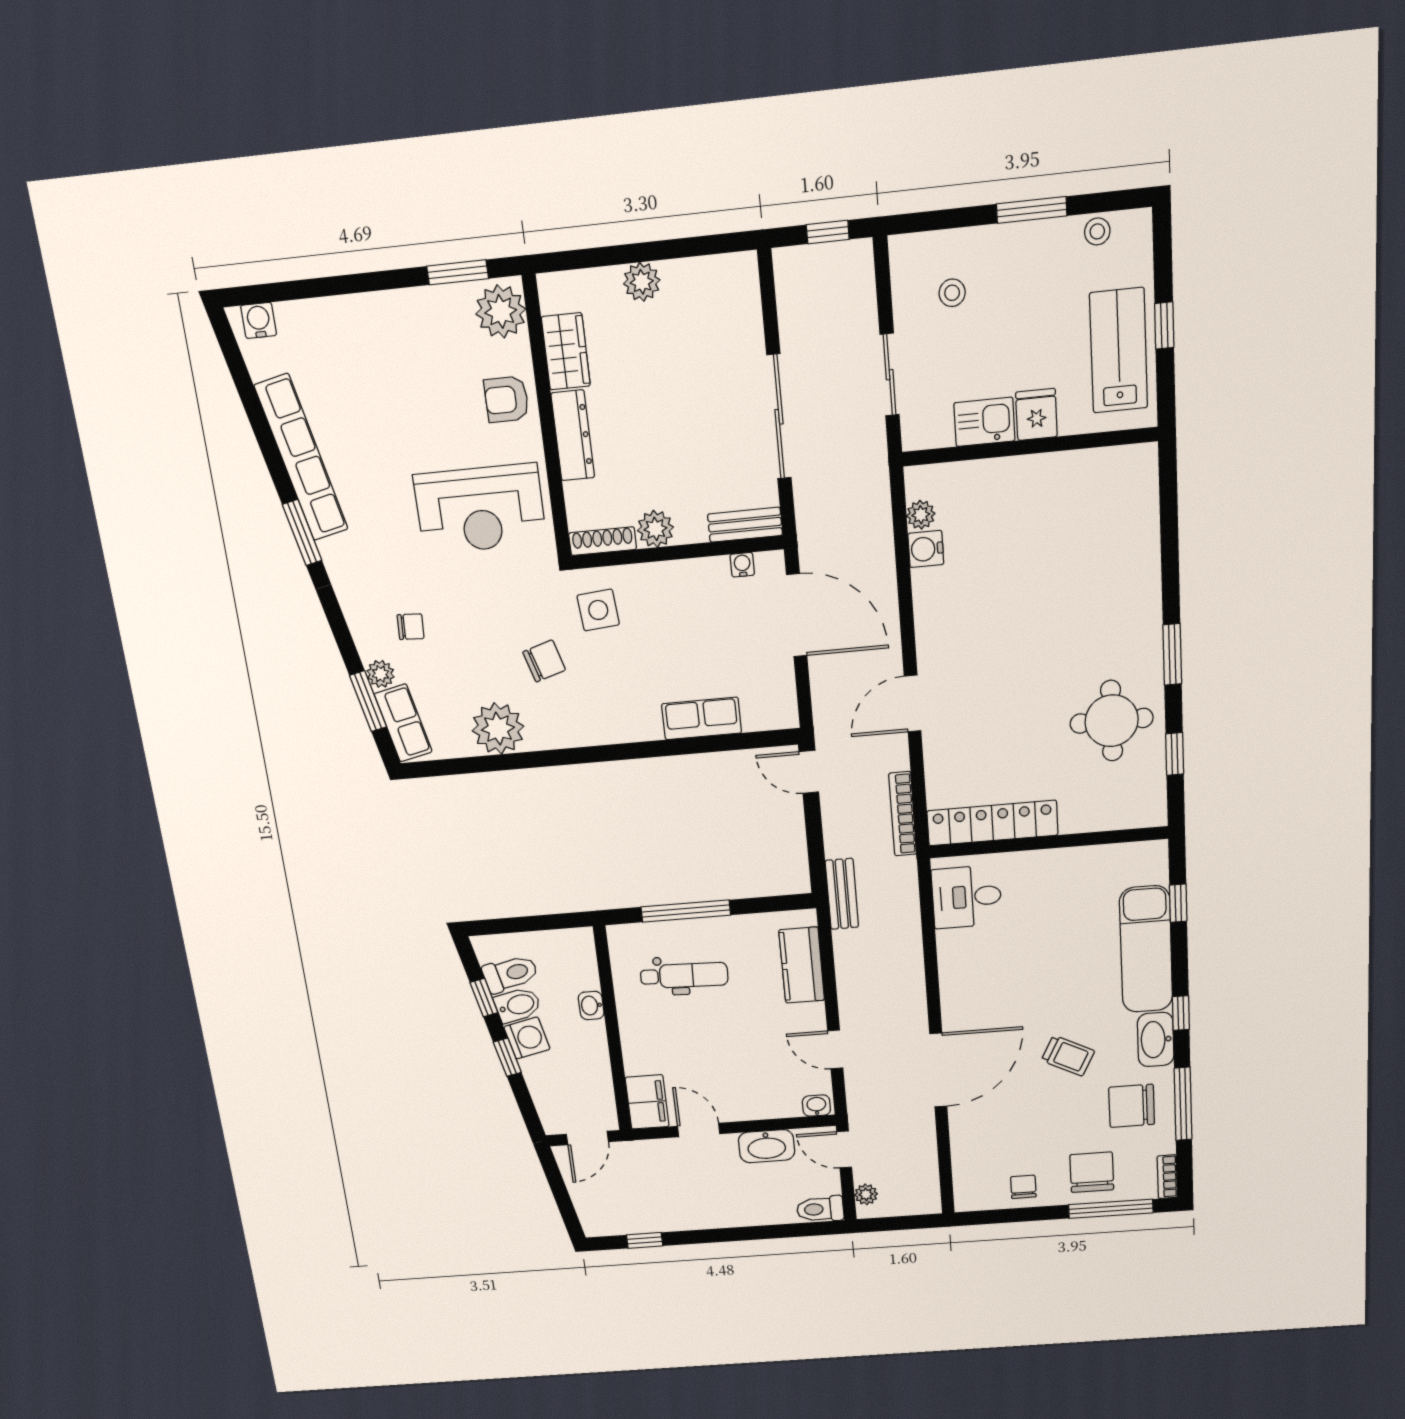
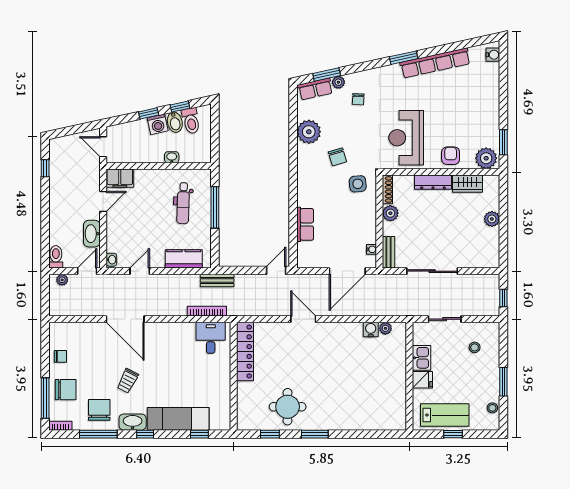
bookcase: (903, 814) -> (207, 311), moved

